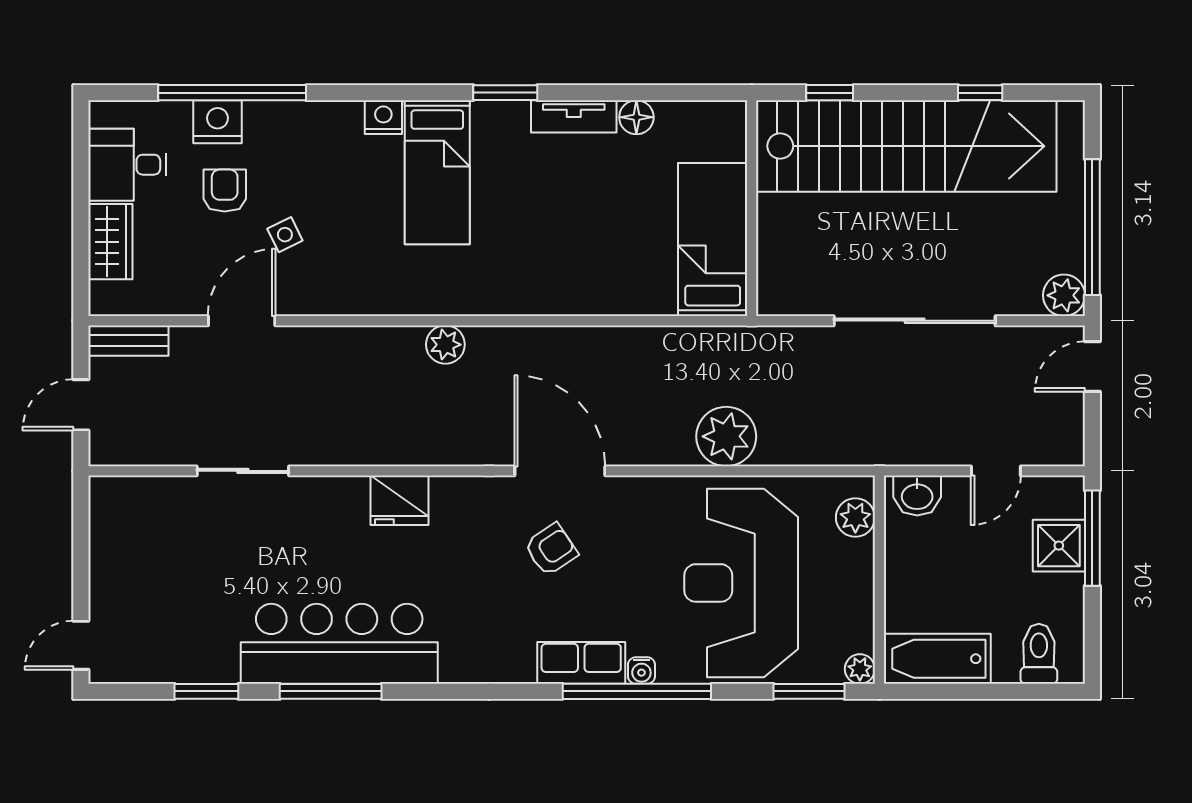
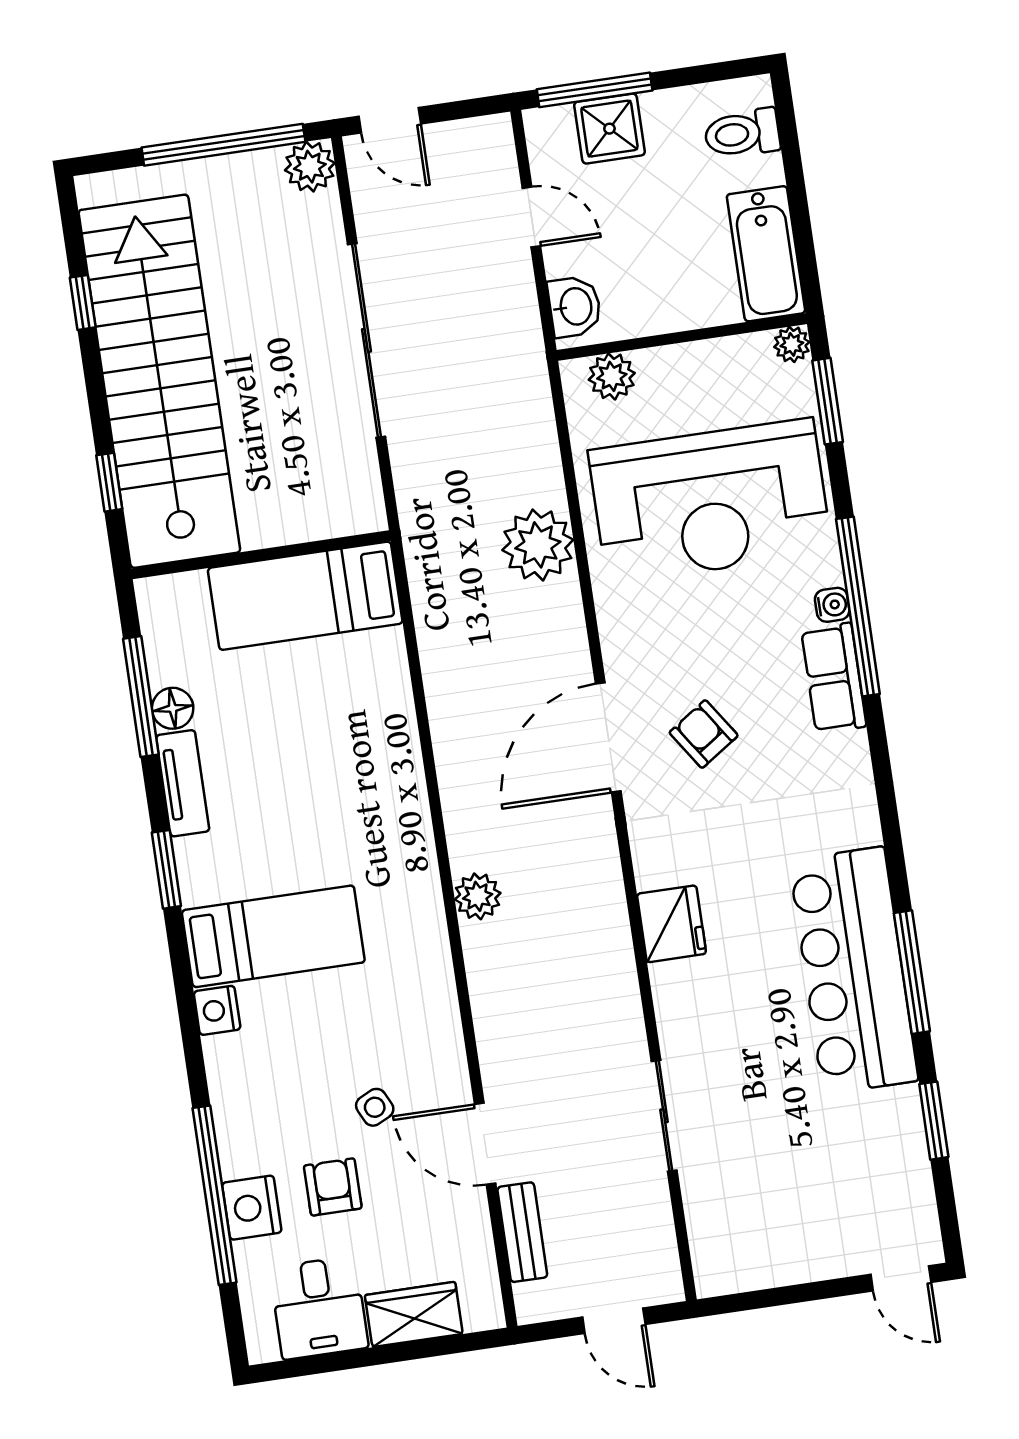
window: (650, 93) -> (141, 697), added
armchair: (225, 191) -> (333, 1187), turned 90
bench: (128, 341) -> (522, 1232), moved

